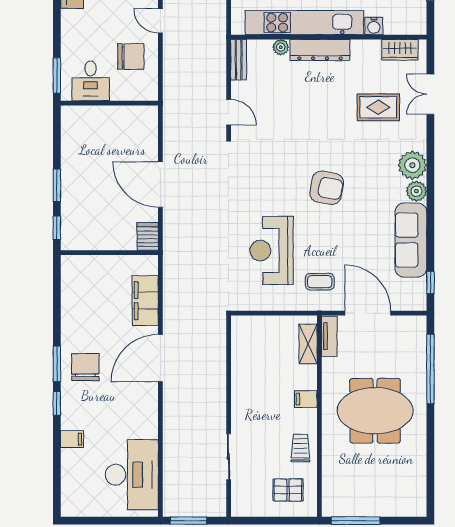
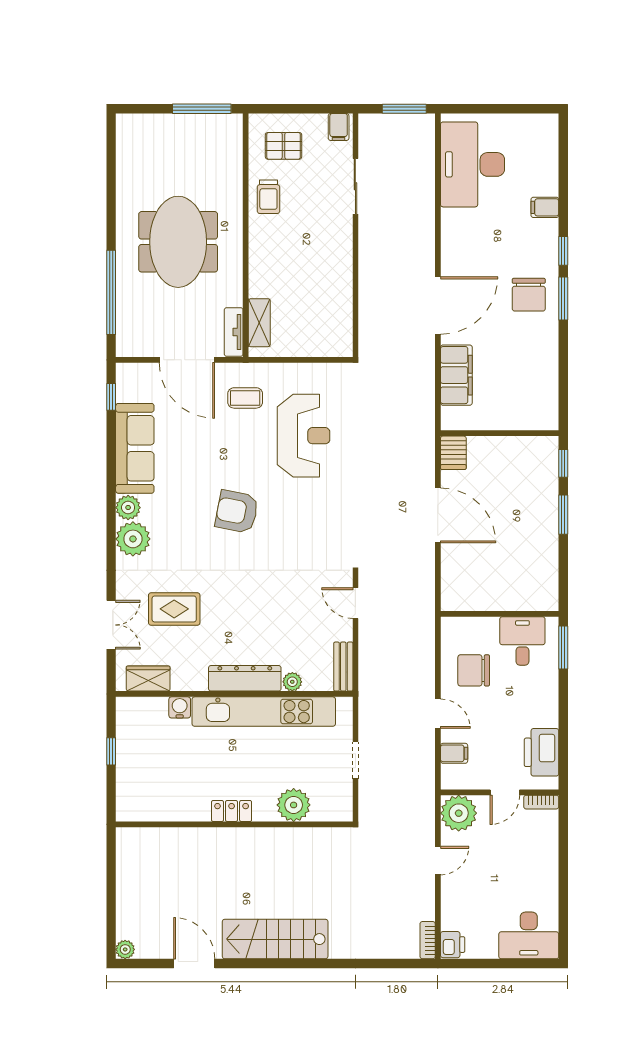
filing cabinet: (306, 399) -> (339, 127), moved, turned 90
meeting table: (375, 411) -> (178, 242), turned 90

